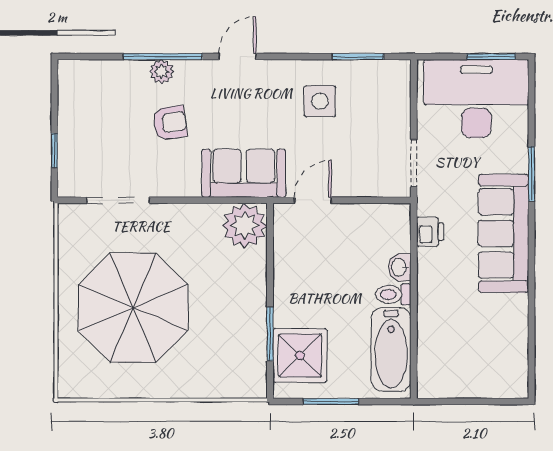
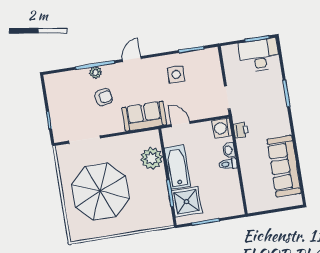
desk: (476, 99) -> (259, 55), width x0.73, depth x0.77
door: (313, 200) -> (180, 124), hinge flipped
washing machine: (393, 221) -> (222, 128), added
plant: (245, 226) -> (152, 158), moved
sofa: (504, 233) -> (284, 166), moved
bathtub: (391, 350) -> (177, 167), moved, turned 180

